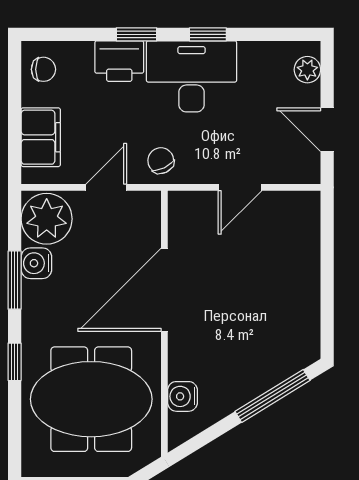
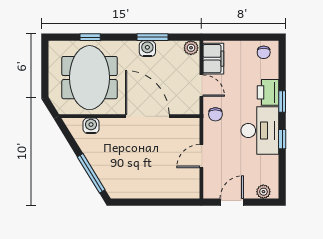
filing cabinet: (41, 137) -> (213, 59), moved, turned -90
chair: (161, 161) -> (215, 114), turned 116
door: (240, 187) -> (201, 156), hinge flipped
plant: (47, 219) -> (191, 48), width x0.53, depth x0.53
water cooler: (36, 263) -> (147, 49), moved
window: (15, 362) -> (90, 37), moved

